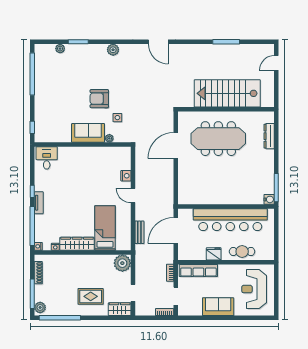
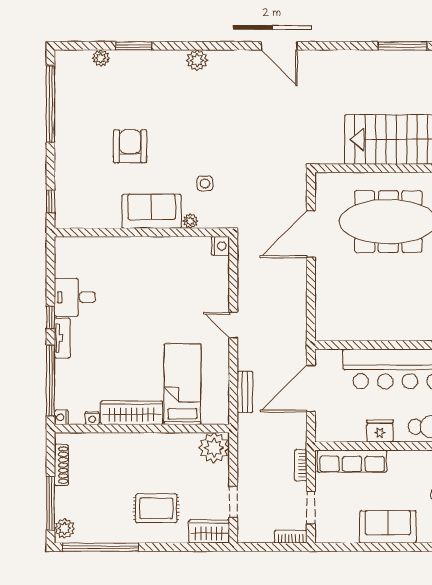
armchair: (99, 99) -> (130, 146), moved, turned 90
desk: (47, 158) -> (75, 297), moved, turned -90
nightstand: (126, 176) -> (220, 246), moved

